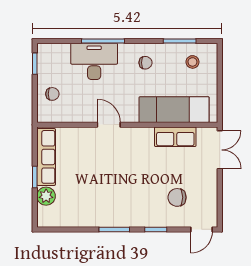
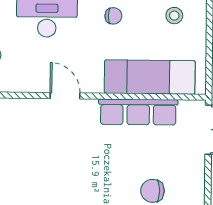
row of seats: (175, 137) -> (138, 112), width x1.48

